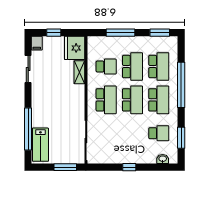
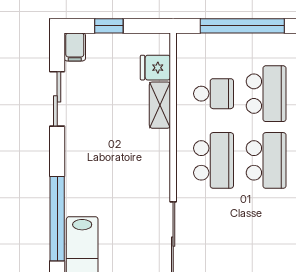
window: (120, 33) -> (242, 26), width x1.46
fridge: (75, 48) -> (155, 68), width x0.53, depth x0.75

